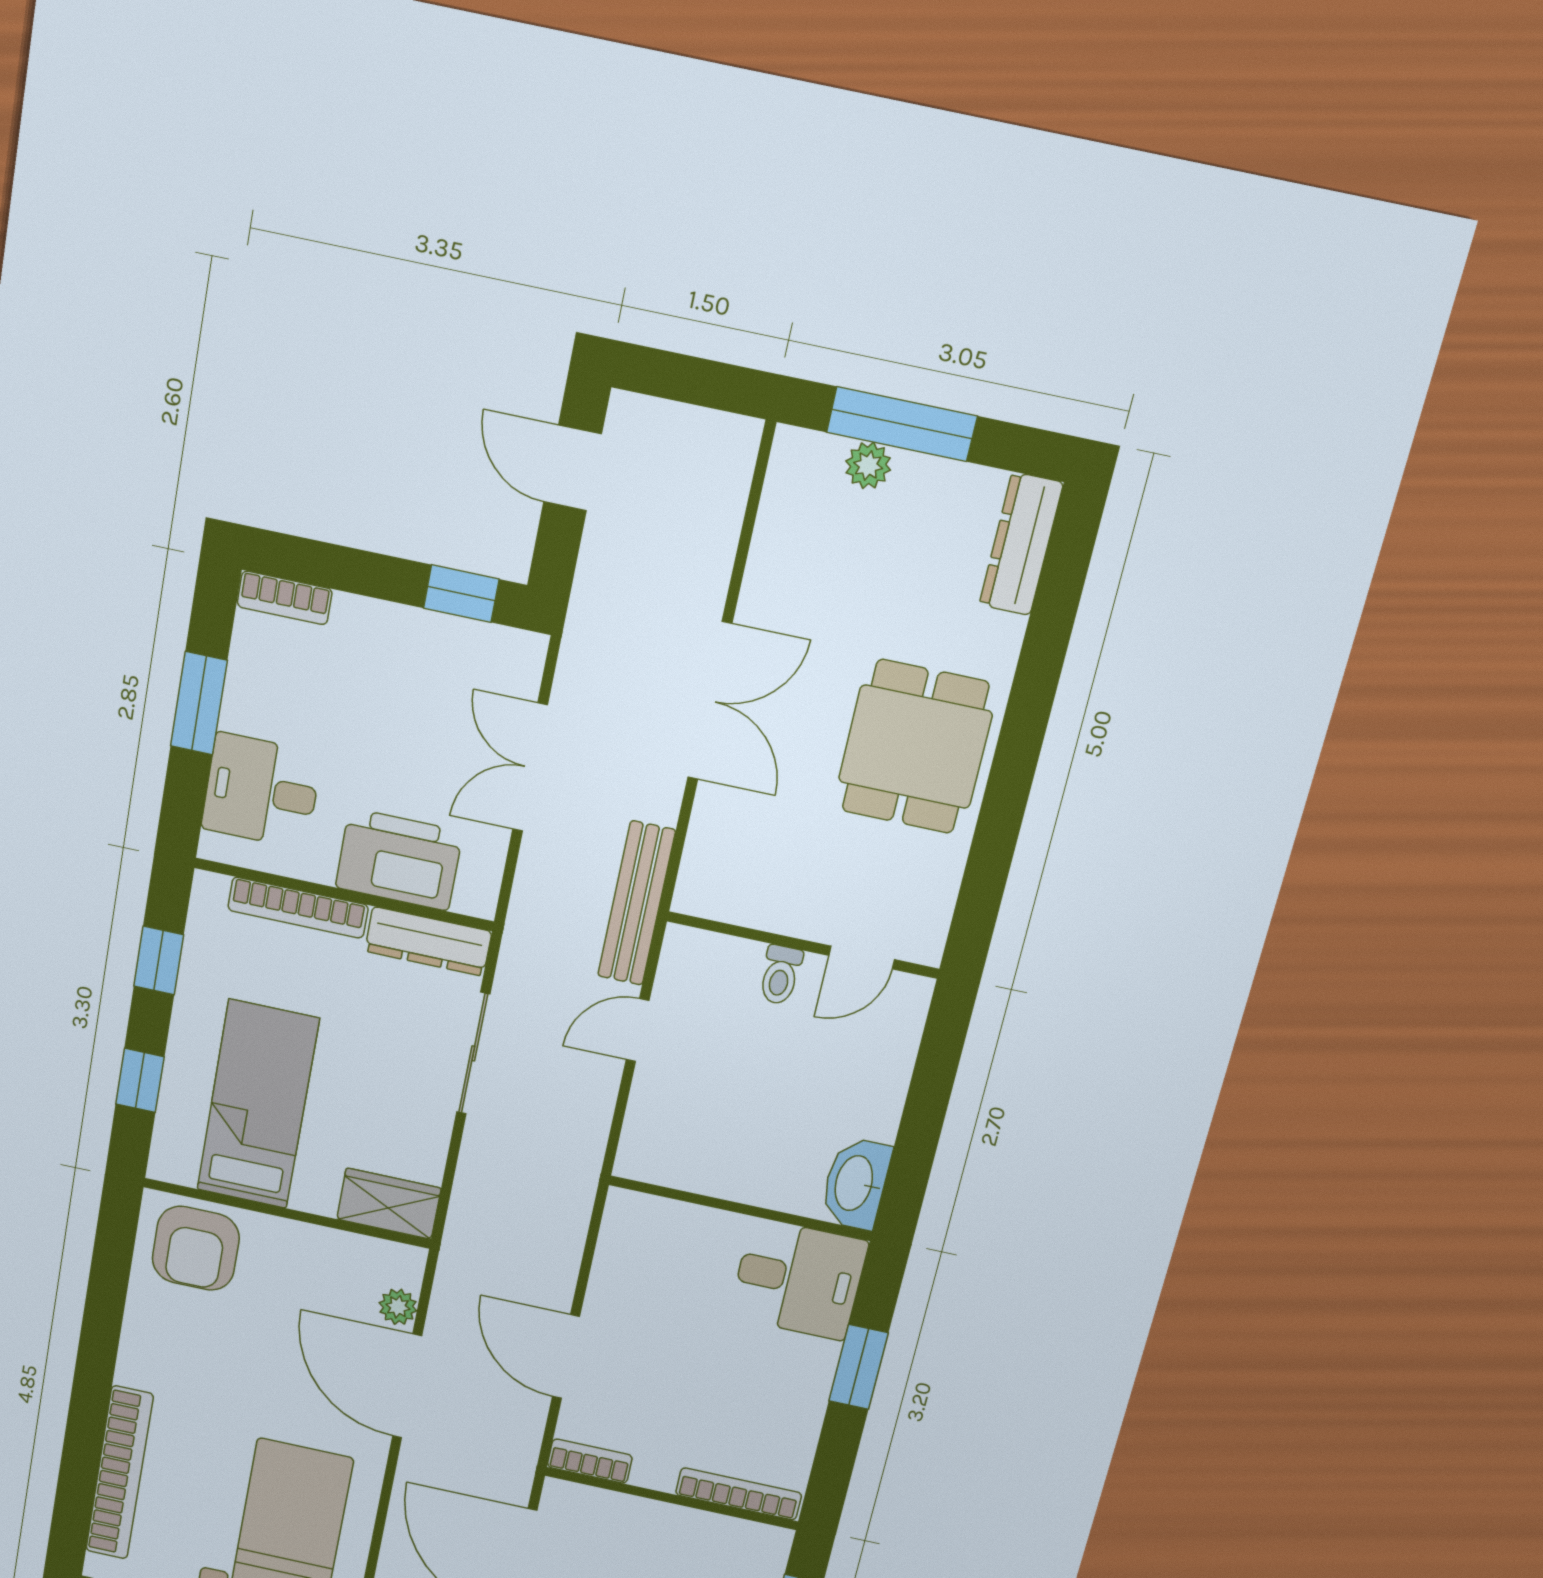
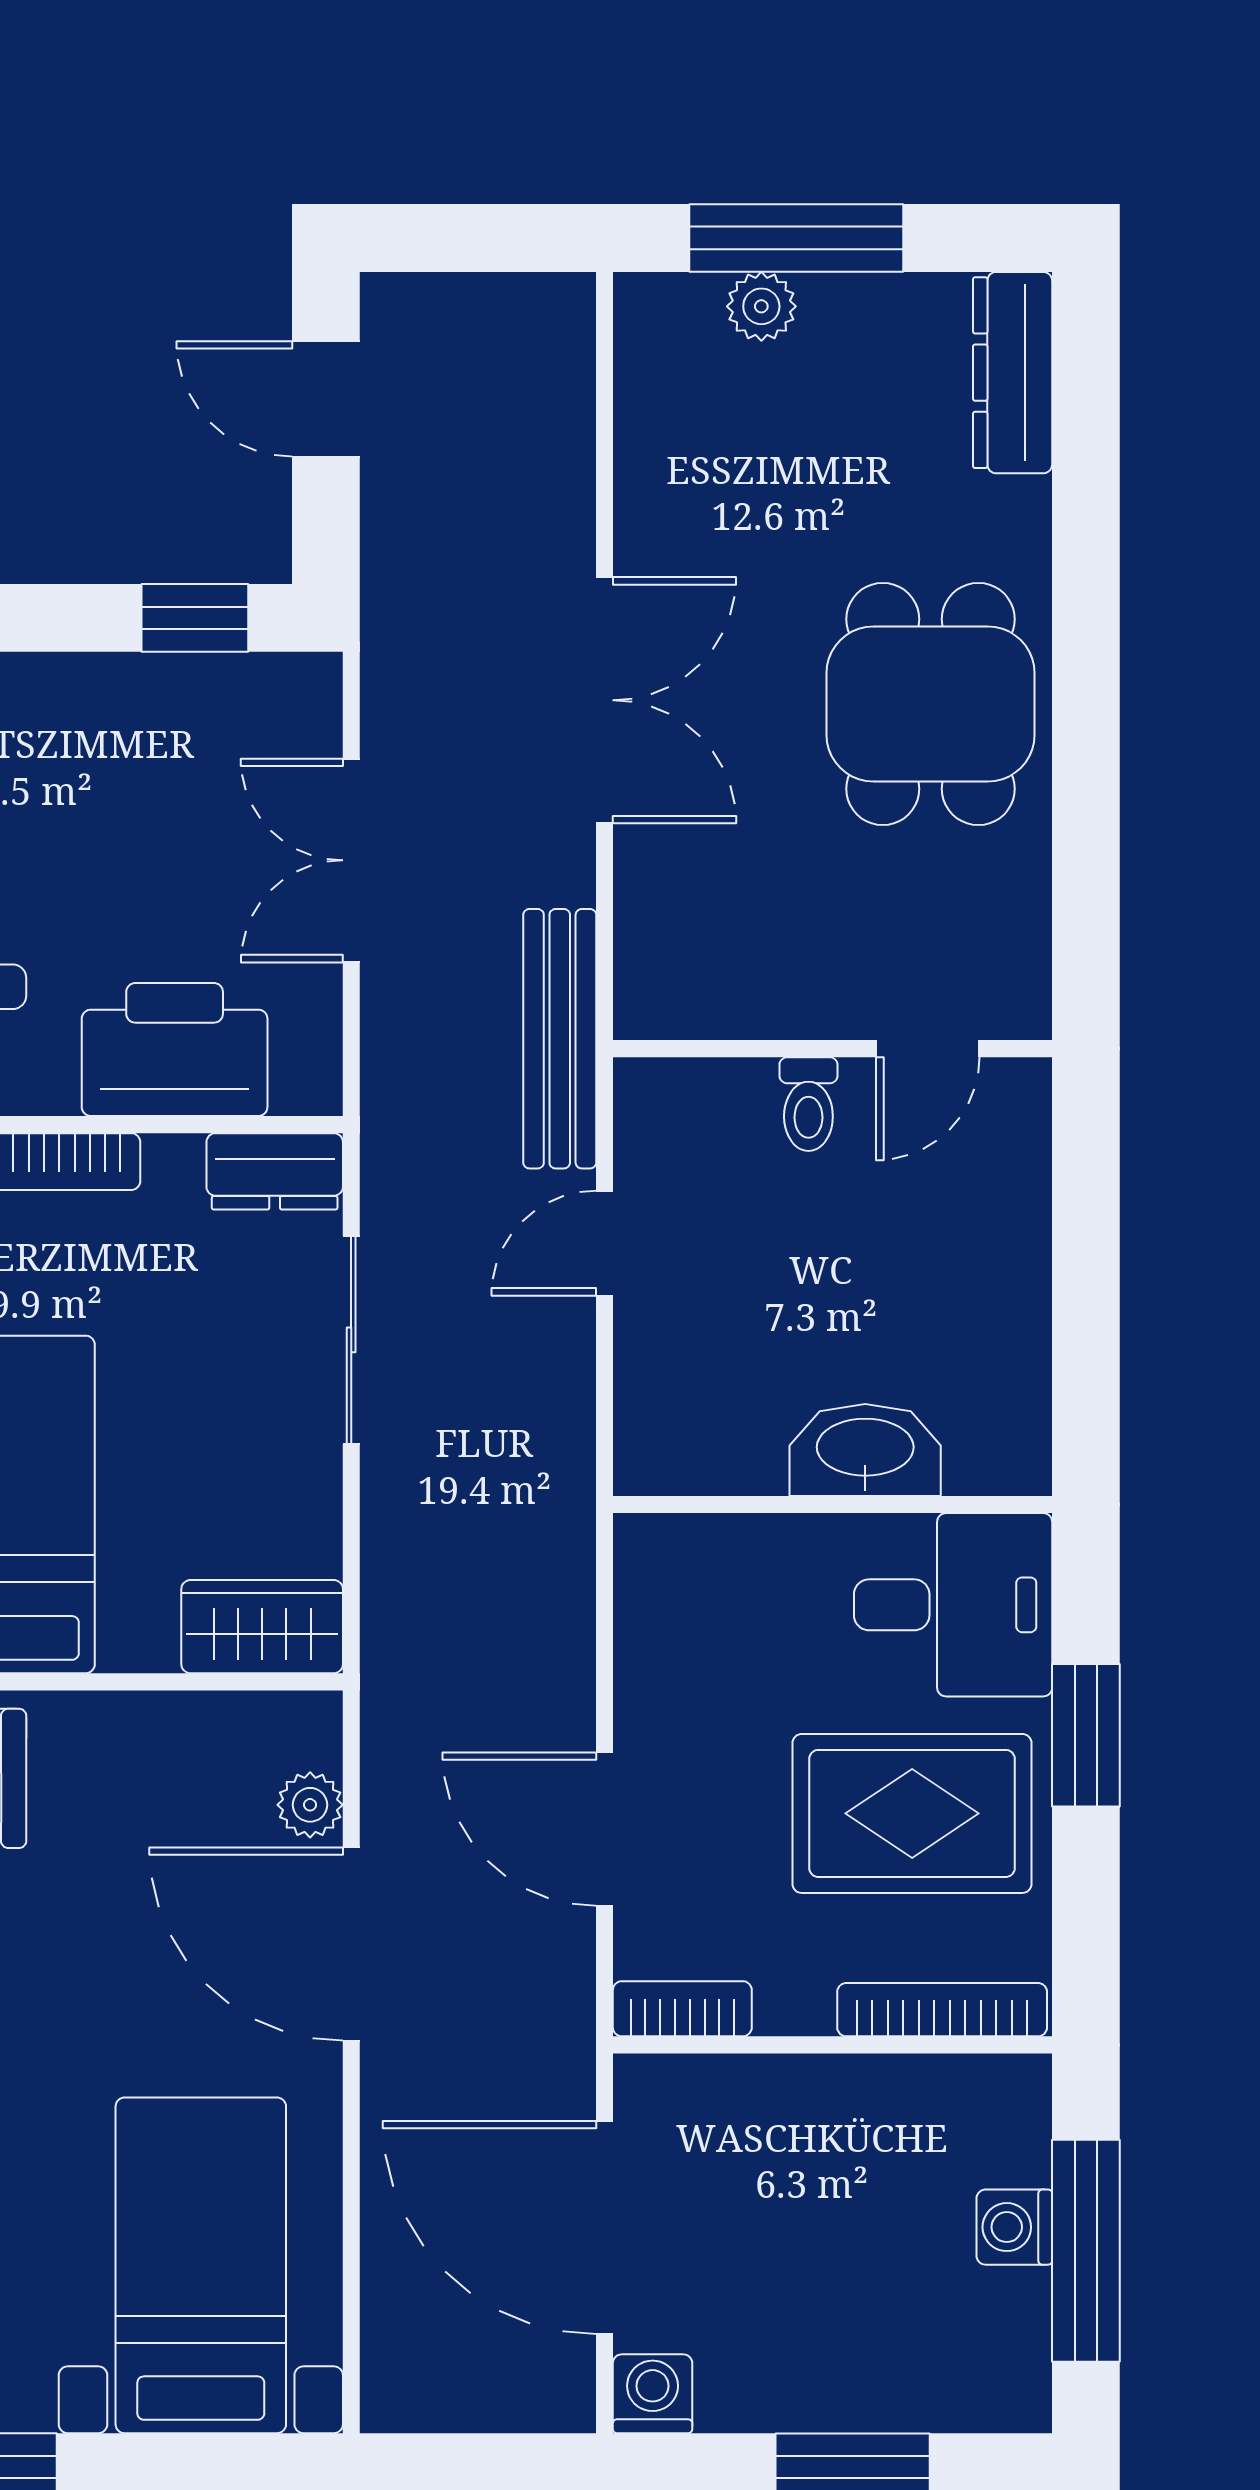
dresser: (428, 941) -> (275, 1171), width x0.70
washbasin: (855, 1183) -> (865, 1450), moved, turned 90
rug: (747, 1387) -> (912, 1813), added

